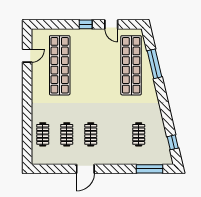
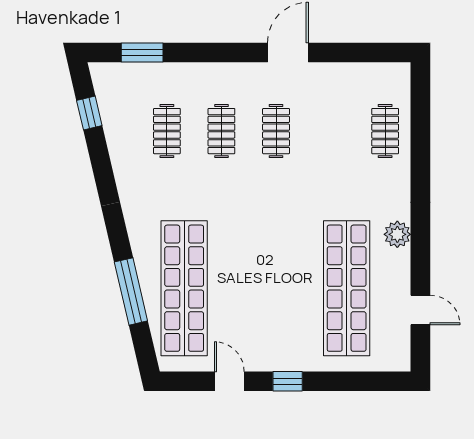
door: (27, 56) -> (420, 310), swing flipped
plant: (37, 89) -> (397, 234), added
clothes rail: (67, 134) -> (221, 131), moved
window: (150, 169) -> (142, 53), width x0.69

